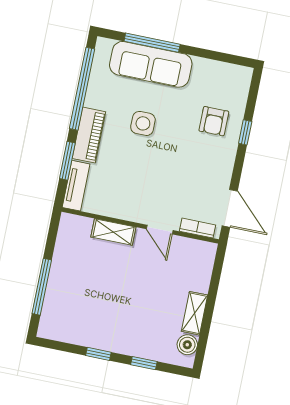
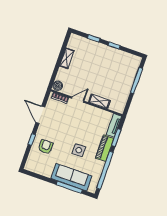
door: (230, 208) -> (40, 115), moved
door: (160, 230) -> (78, 100), hinge flipped
boiler: (187, 345) -> (58, 86), moved

